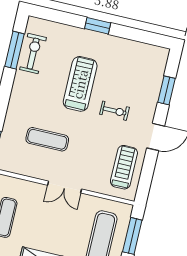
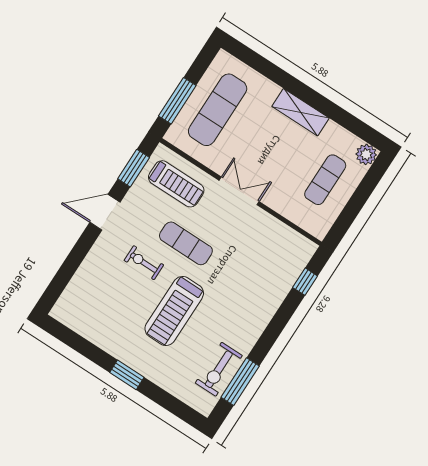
window: (166, 90) -> (134, 168), moved
exercise mat: (47, 139) -> (186, 243), moved
treadmill: (124, 167) -> (176, 184), moved, turned -90

